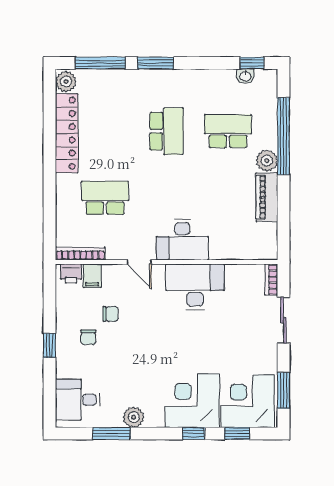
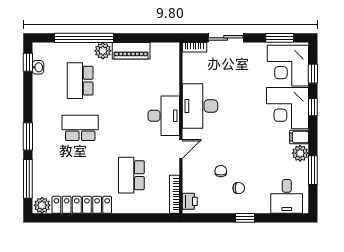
filing cabinet: (92, 276) -> (299, 137), moved, turned 180

